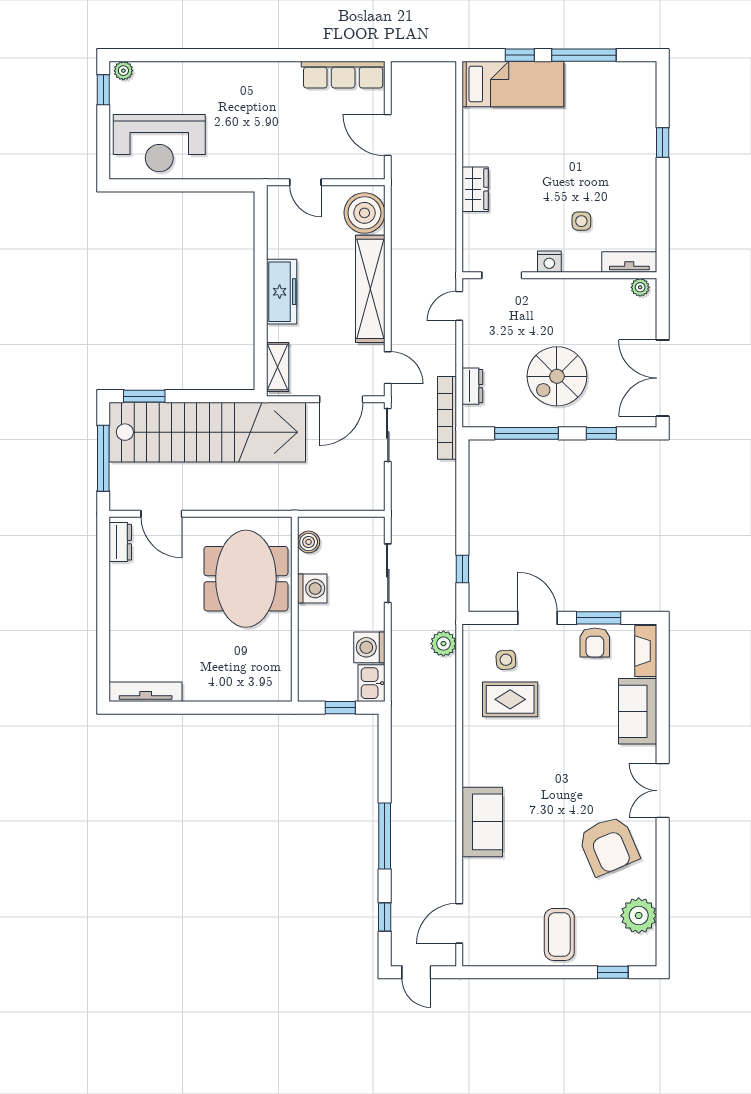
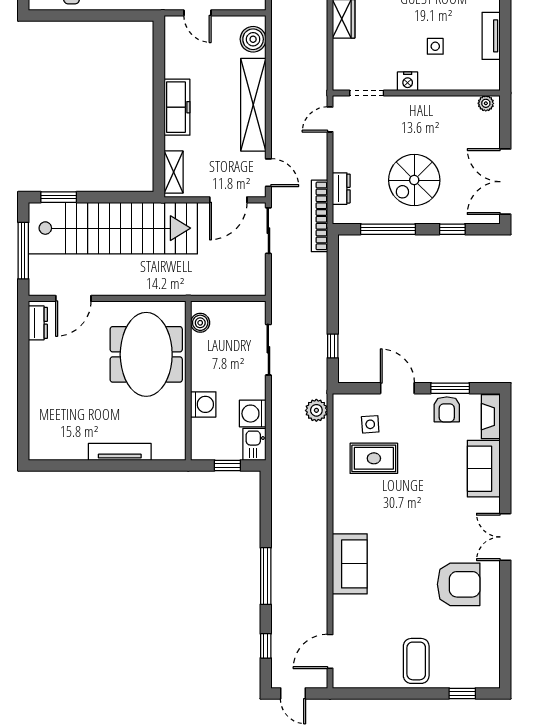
boiler: (364, 213) -> (253, 39), width x0.73, depth x0.73
tv unit: (629, 262) -> (491, 36), moved, turned -90
door: (161, 514) -> (73, 298), hinge flipped
washing machine: (312, 589) -> (203, 404), moved
tv unit: (146, 692) -> (120, 452), moved
armchair: (609, 846) -> (459, 584), turned -67
plant: (639, 916) -> (485, 645), removed

